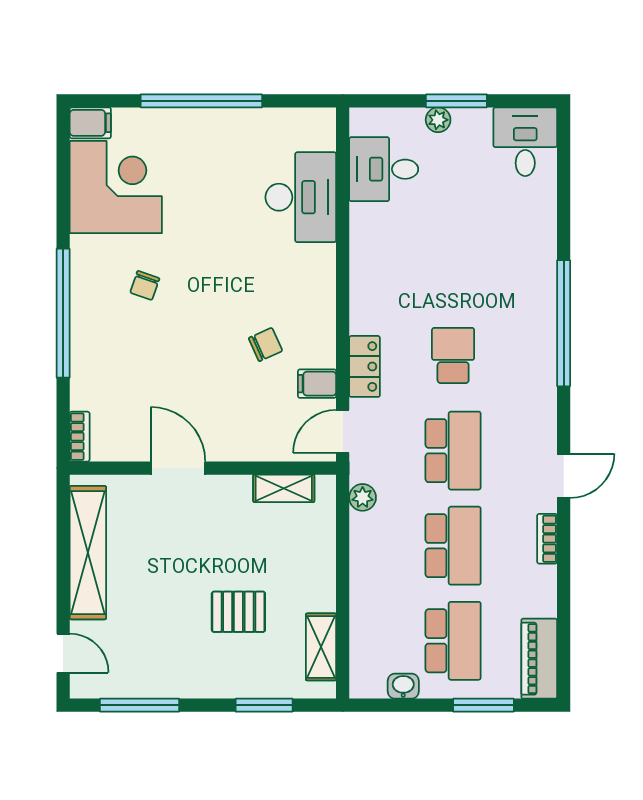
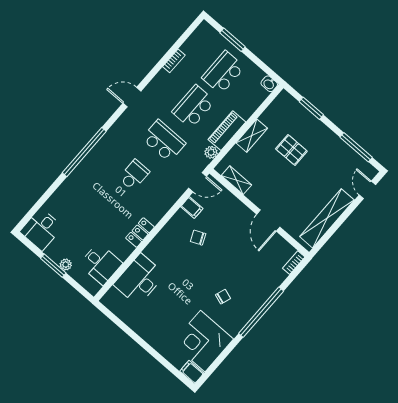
window: (201, 101) -> (145, 345), removed
school desk: (453, 356) -> (134, 175), turned 180
locker: (365, 366) -> (140, 232), moved
school desk: (453, 451) -> (164, 141), turned 90
bookcase: (547, 539) -> (174, 61), moved
shelving: (321, 647) -> (252, 136), moved
piano: (539, 659) -> (227, 131), moved, turned 180
washbasin: (403, 686) -> (269, 84), moved

